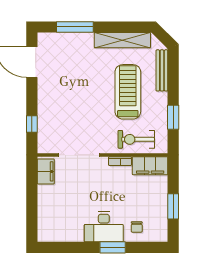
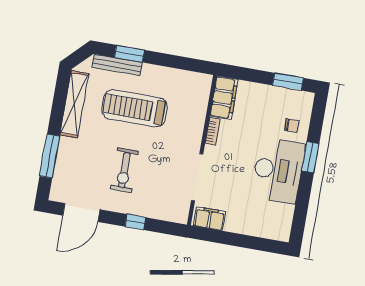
window: (173, 117) -> (129, 54), moved
window: (32, 124) -> (135, 222), moved
exercise bike: (136, 139) -> (124, 170), moved
window: (173, 206) -> (288, 82), moved
desk: (104, 227) -> (278, 170), width x1.36, depth x1.30

